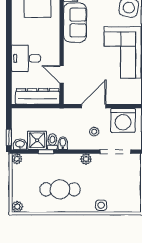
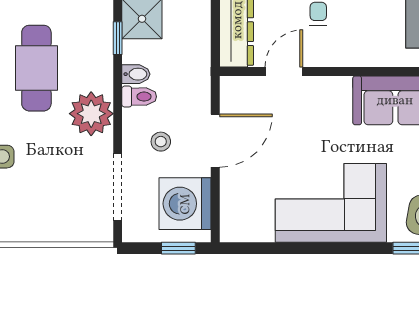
door: (94, 106) -> (215, 141), hinge flipped
toilet: (52, 142) -> (139, 97), moved
plant: (86, 159) -> (91, 114), width x1.88, depth x1.88

